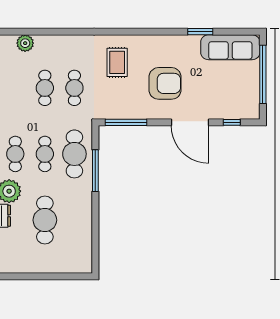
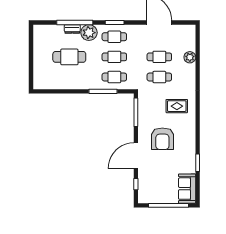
plant: (25, 43) -> (190, 57), moved
sofa: (230, 47) -> (187, 189), width x0.73
cafe table: (74, 154) -> (114, 77), width x0.73, depth x0.74

